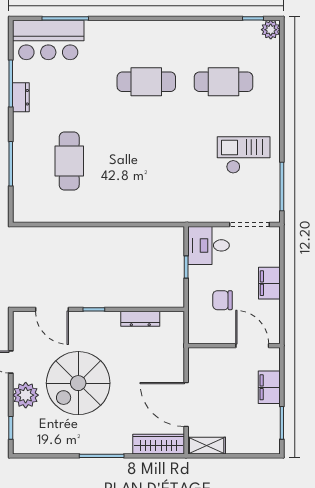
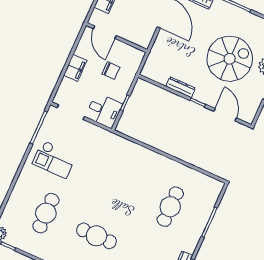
cafe table: (224, 82) -> (46, 213), turned 90
dresser: (140, 319) -> (181, 87), moved

